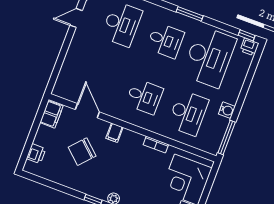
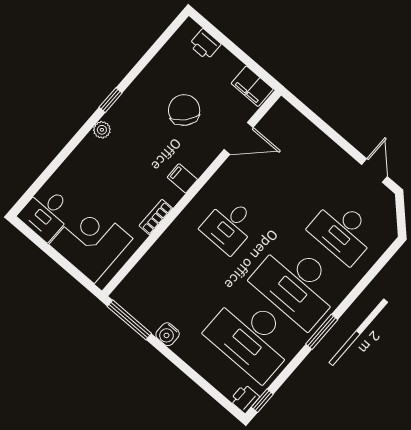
desk: (165, 40) -> (297, 284), width x1.87, depth x1.30
desk: (188, 113) -> (184, 278), removed
filing cabinet: (114, 133) -> (182, 178), moved

